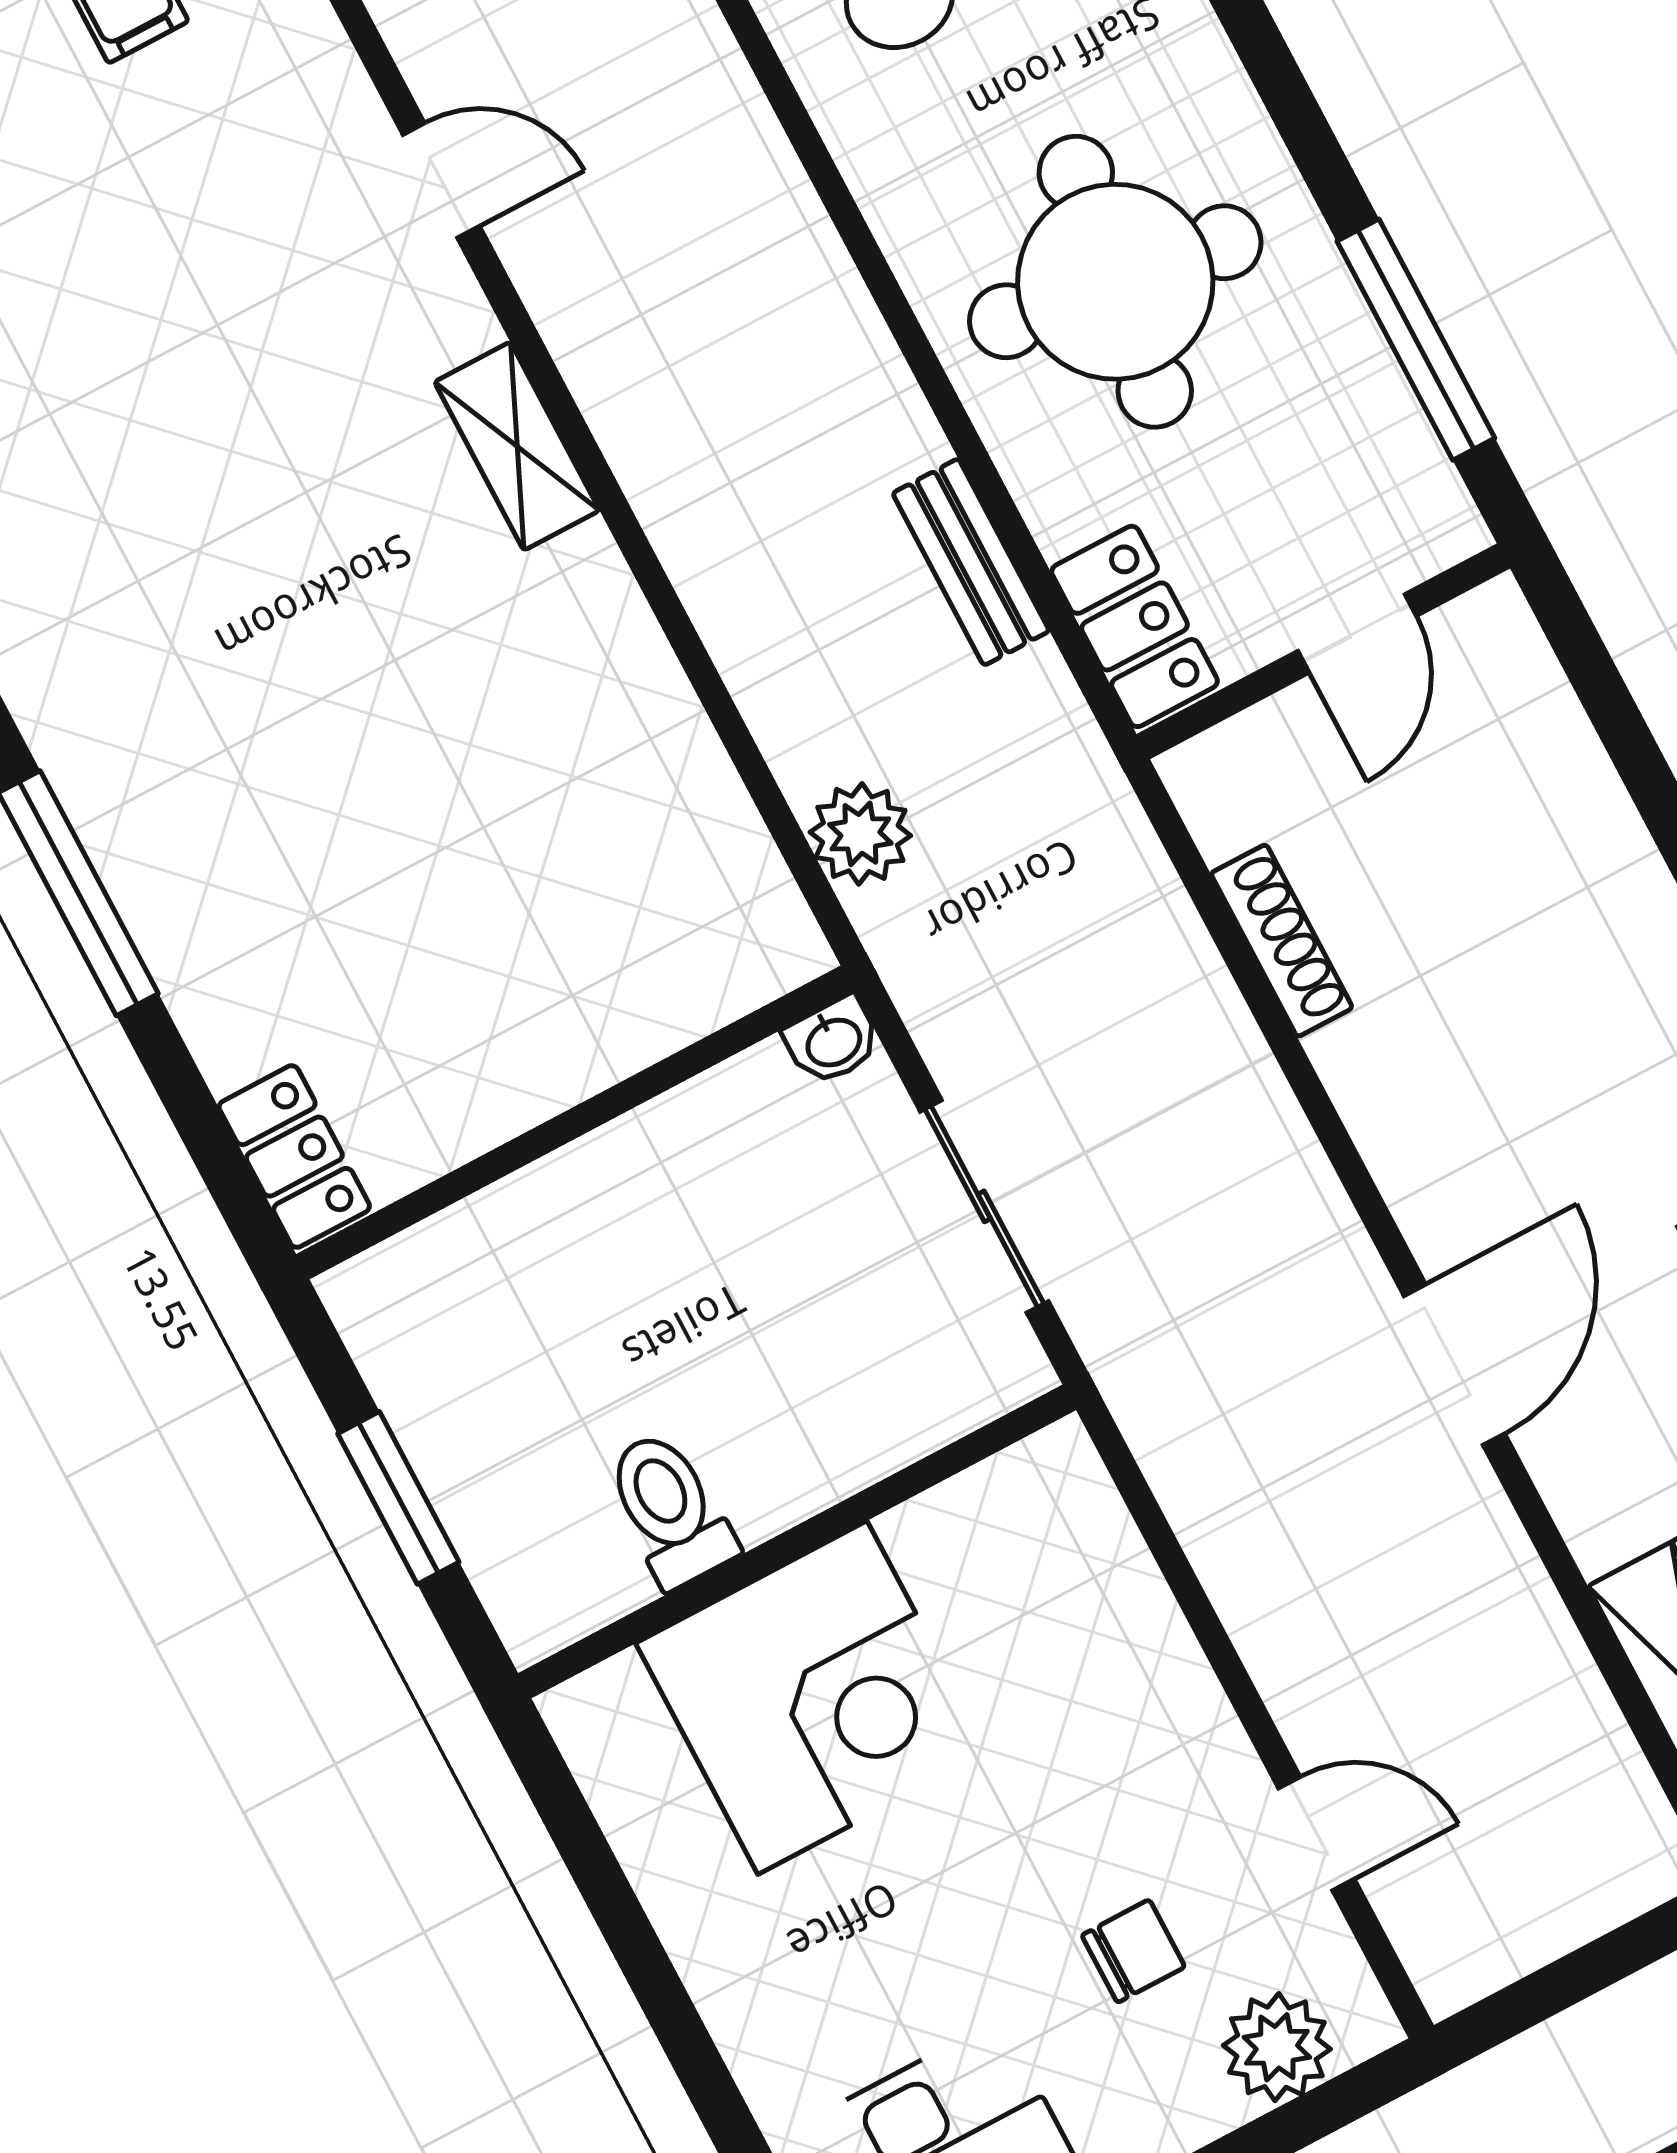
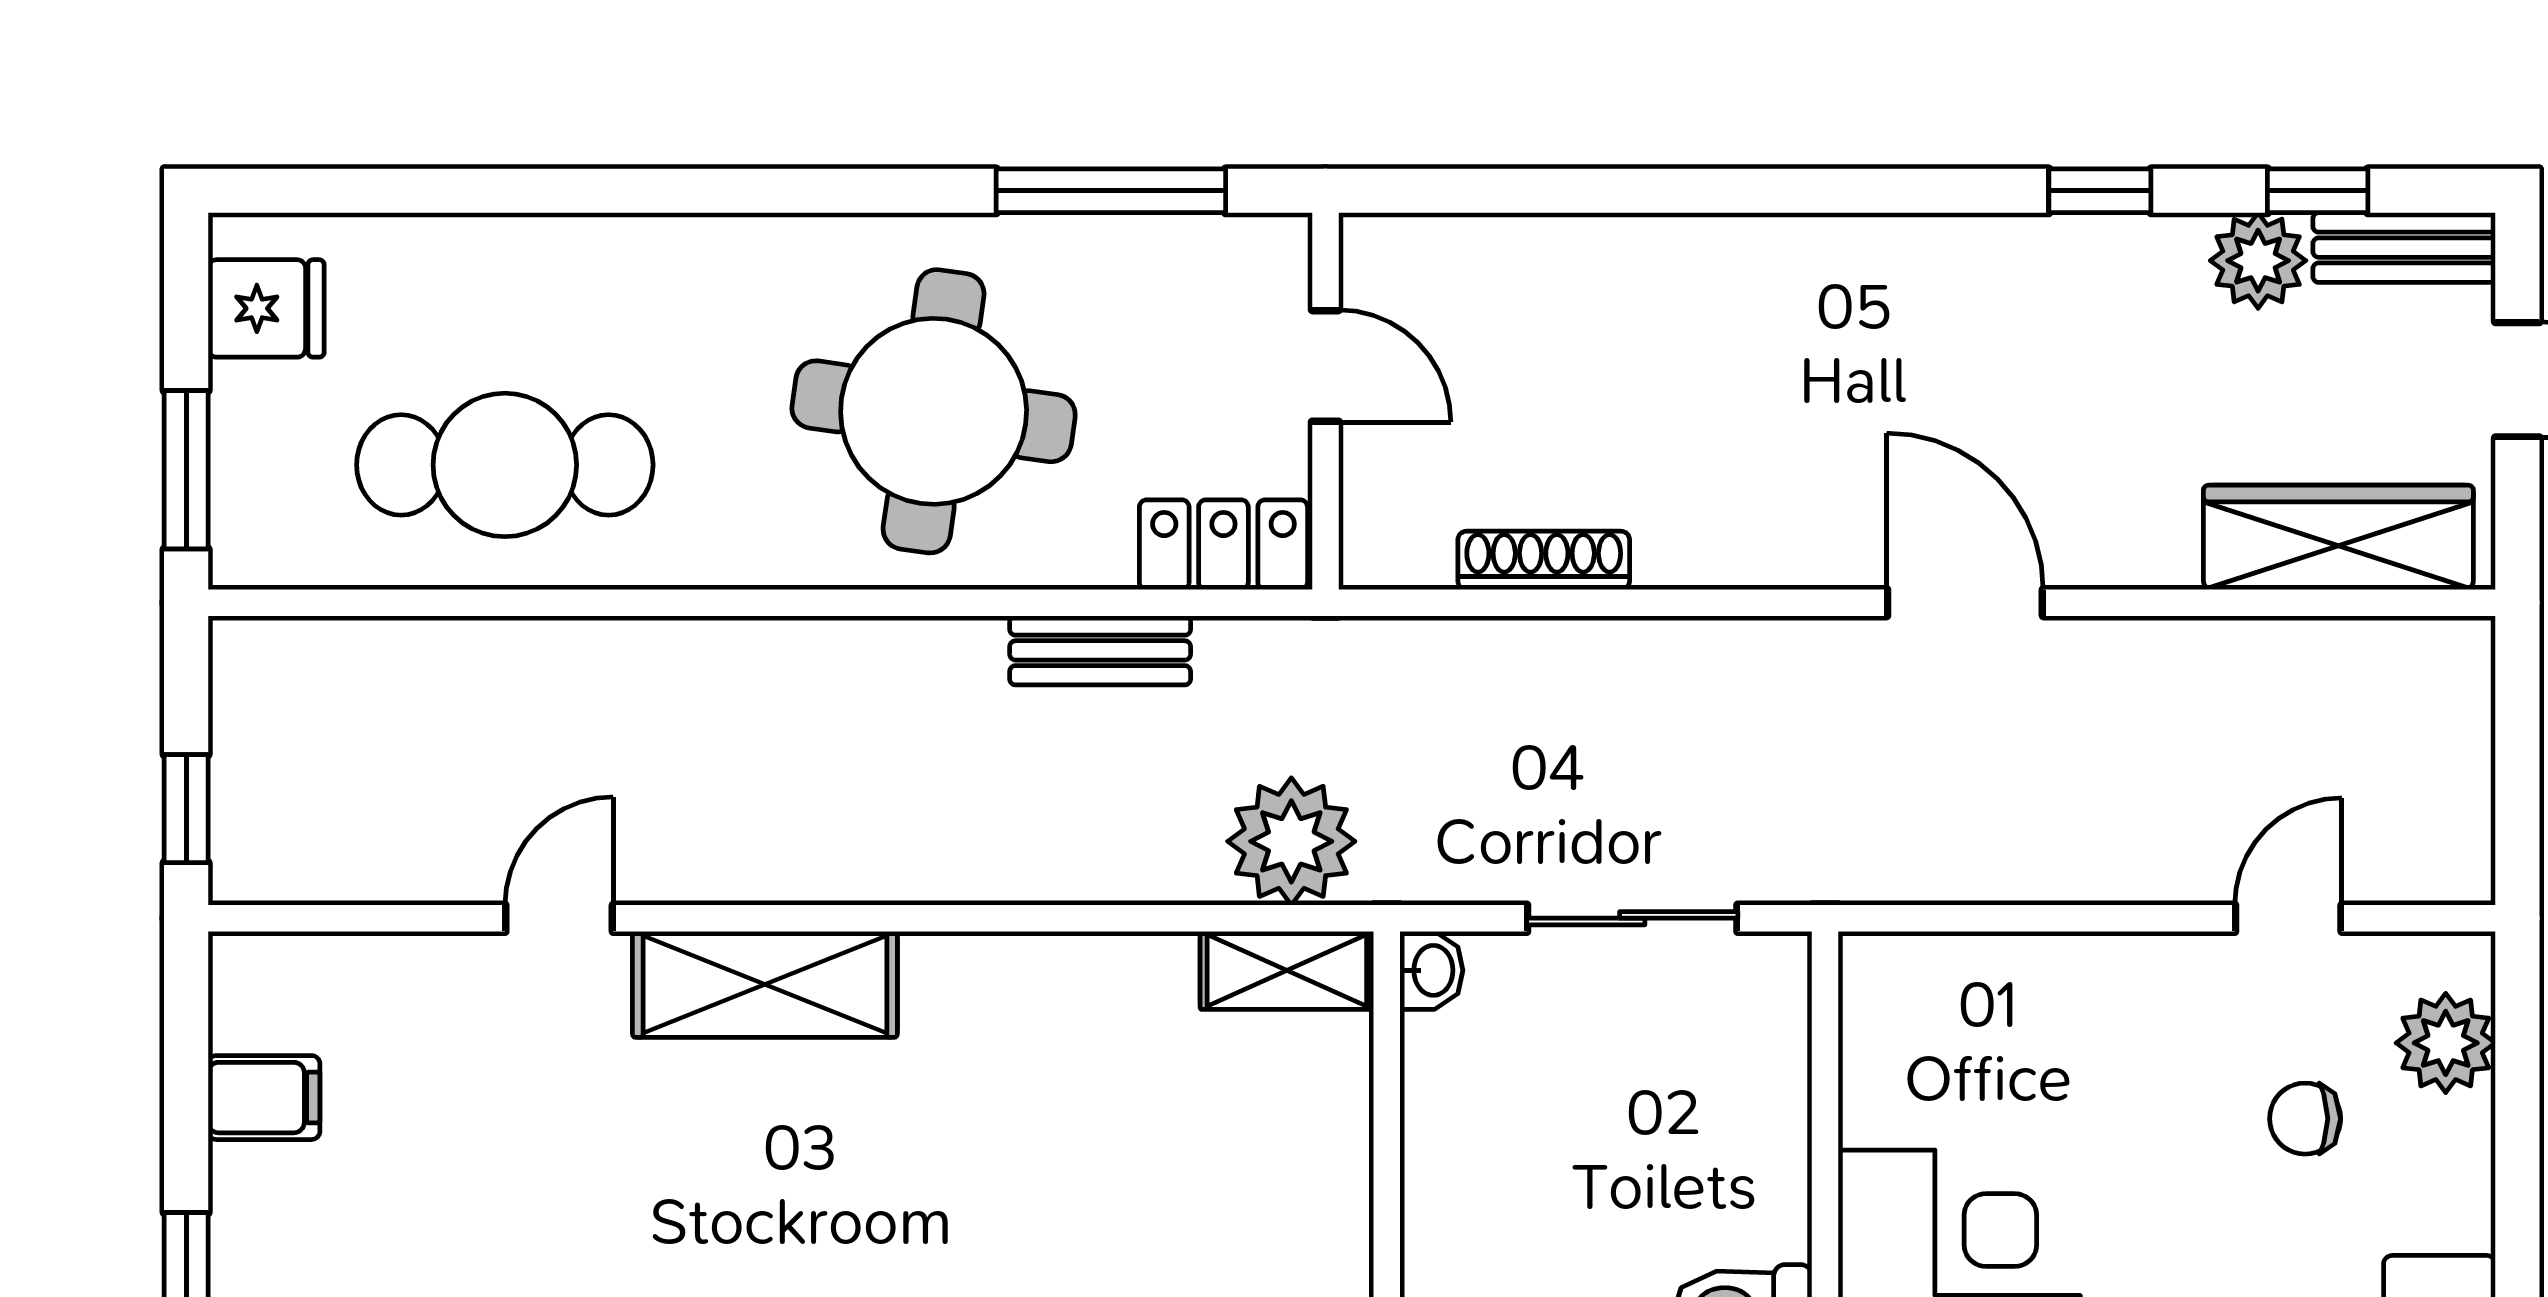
shelving: (517, 446) -> (765, 984), width x1.50, depth x1.33
plant: (860, 834) -> (1291, 841), width x1.36, depth x1.36
shelving: (760, 903) -> (1287, 970), added
chair: (1133, 1951) -> (2305, 1119), turned -90

